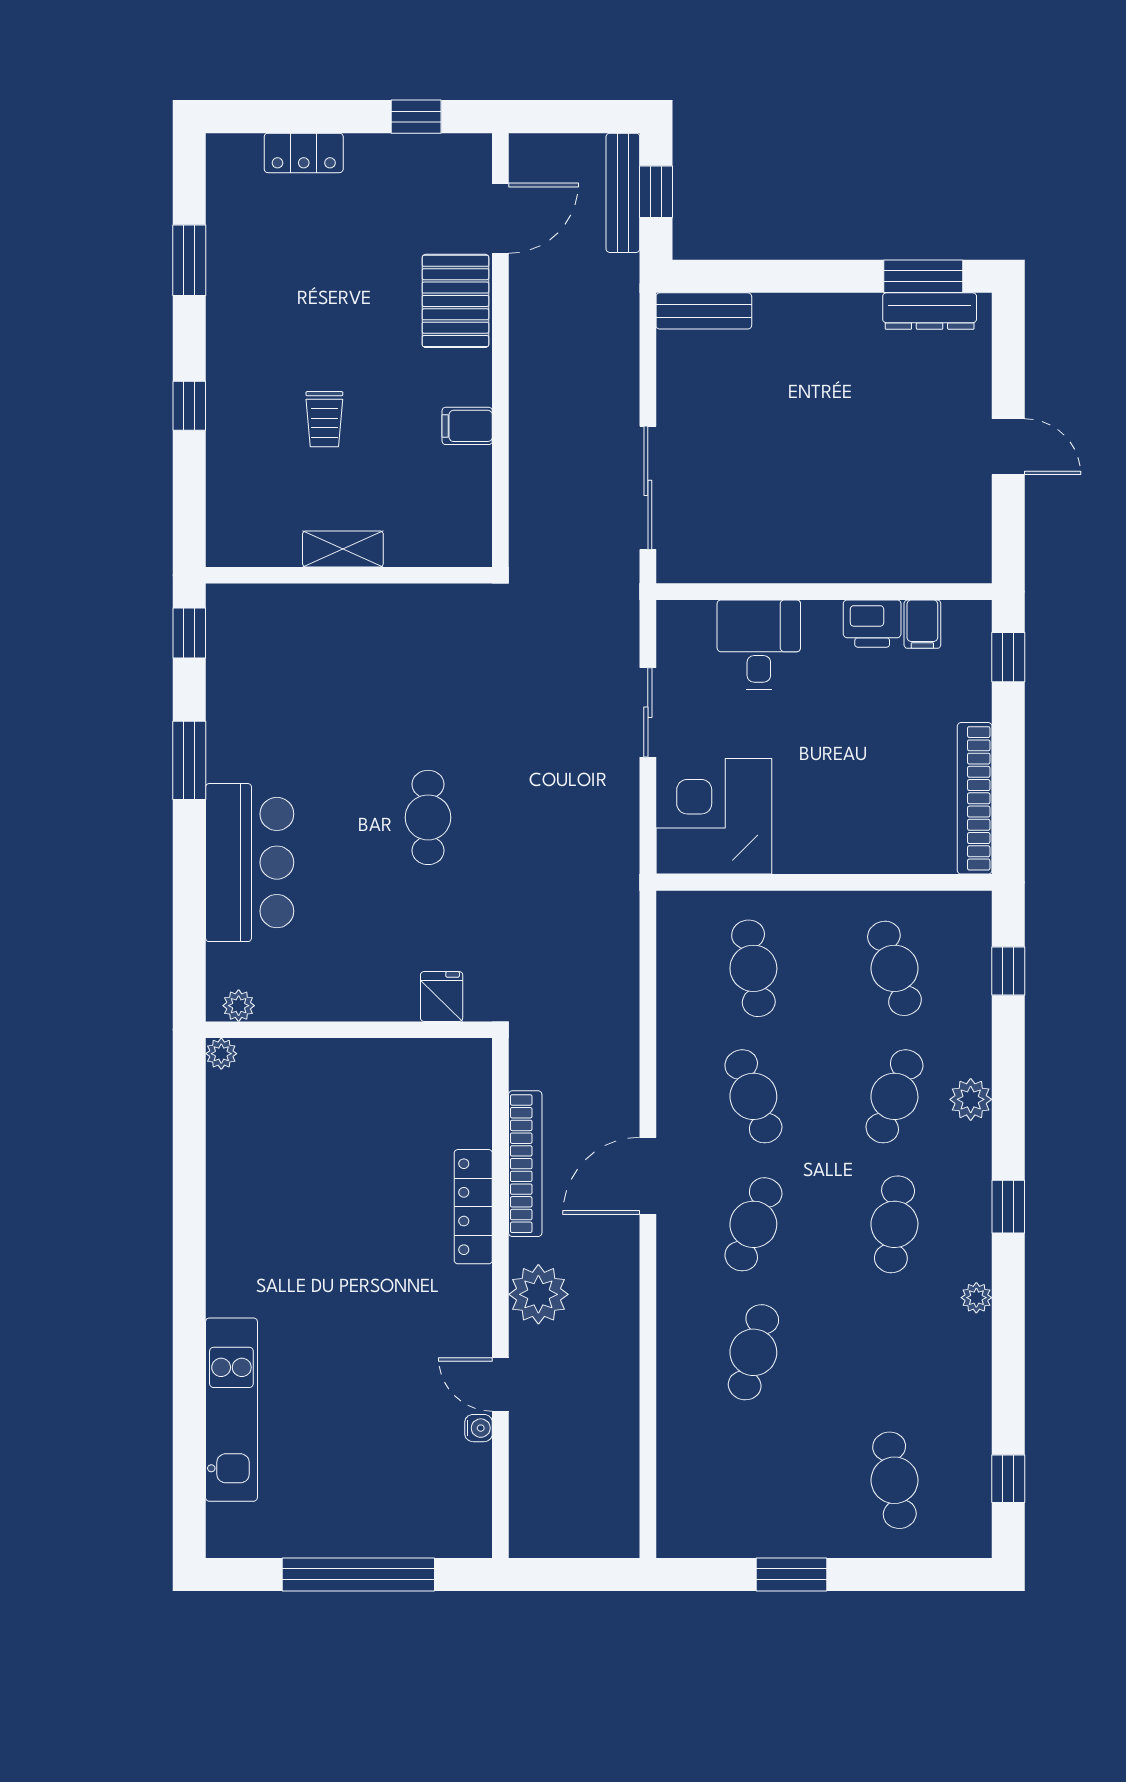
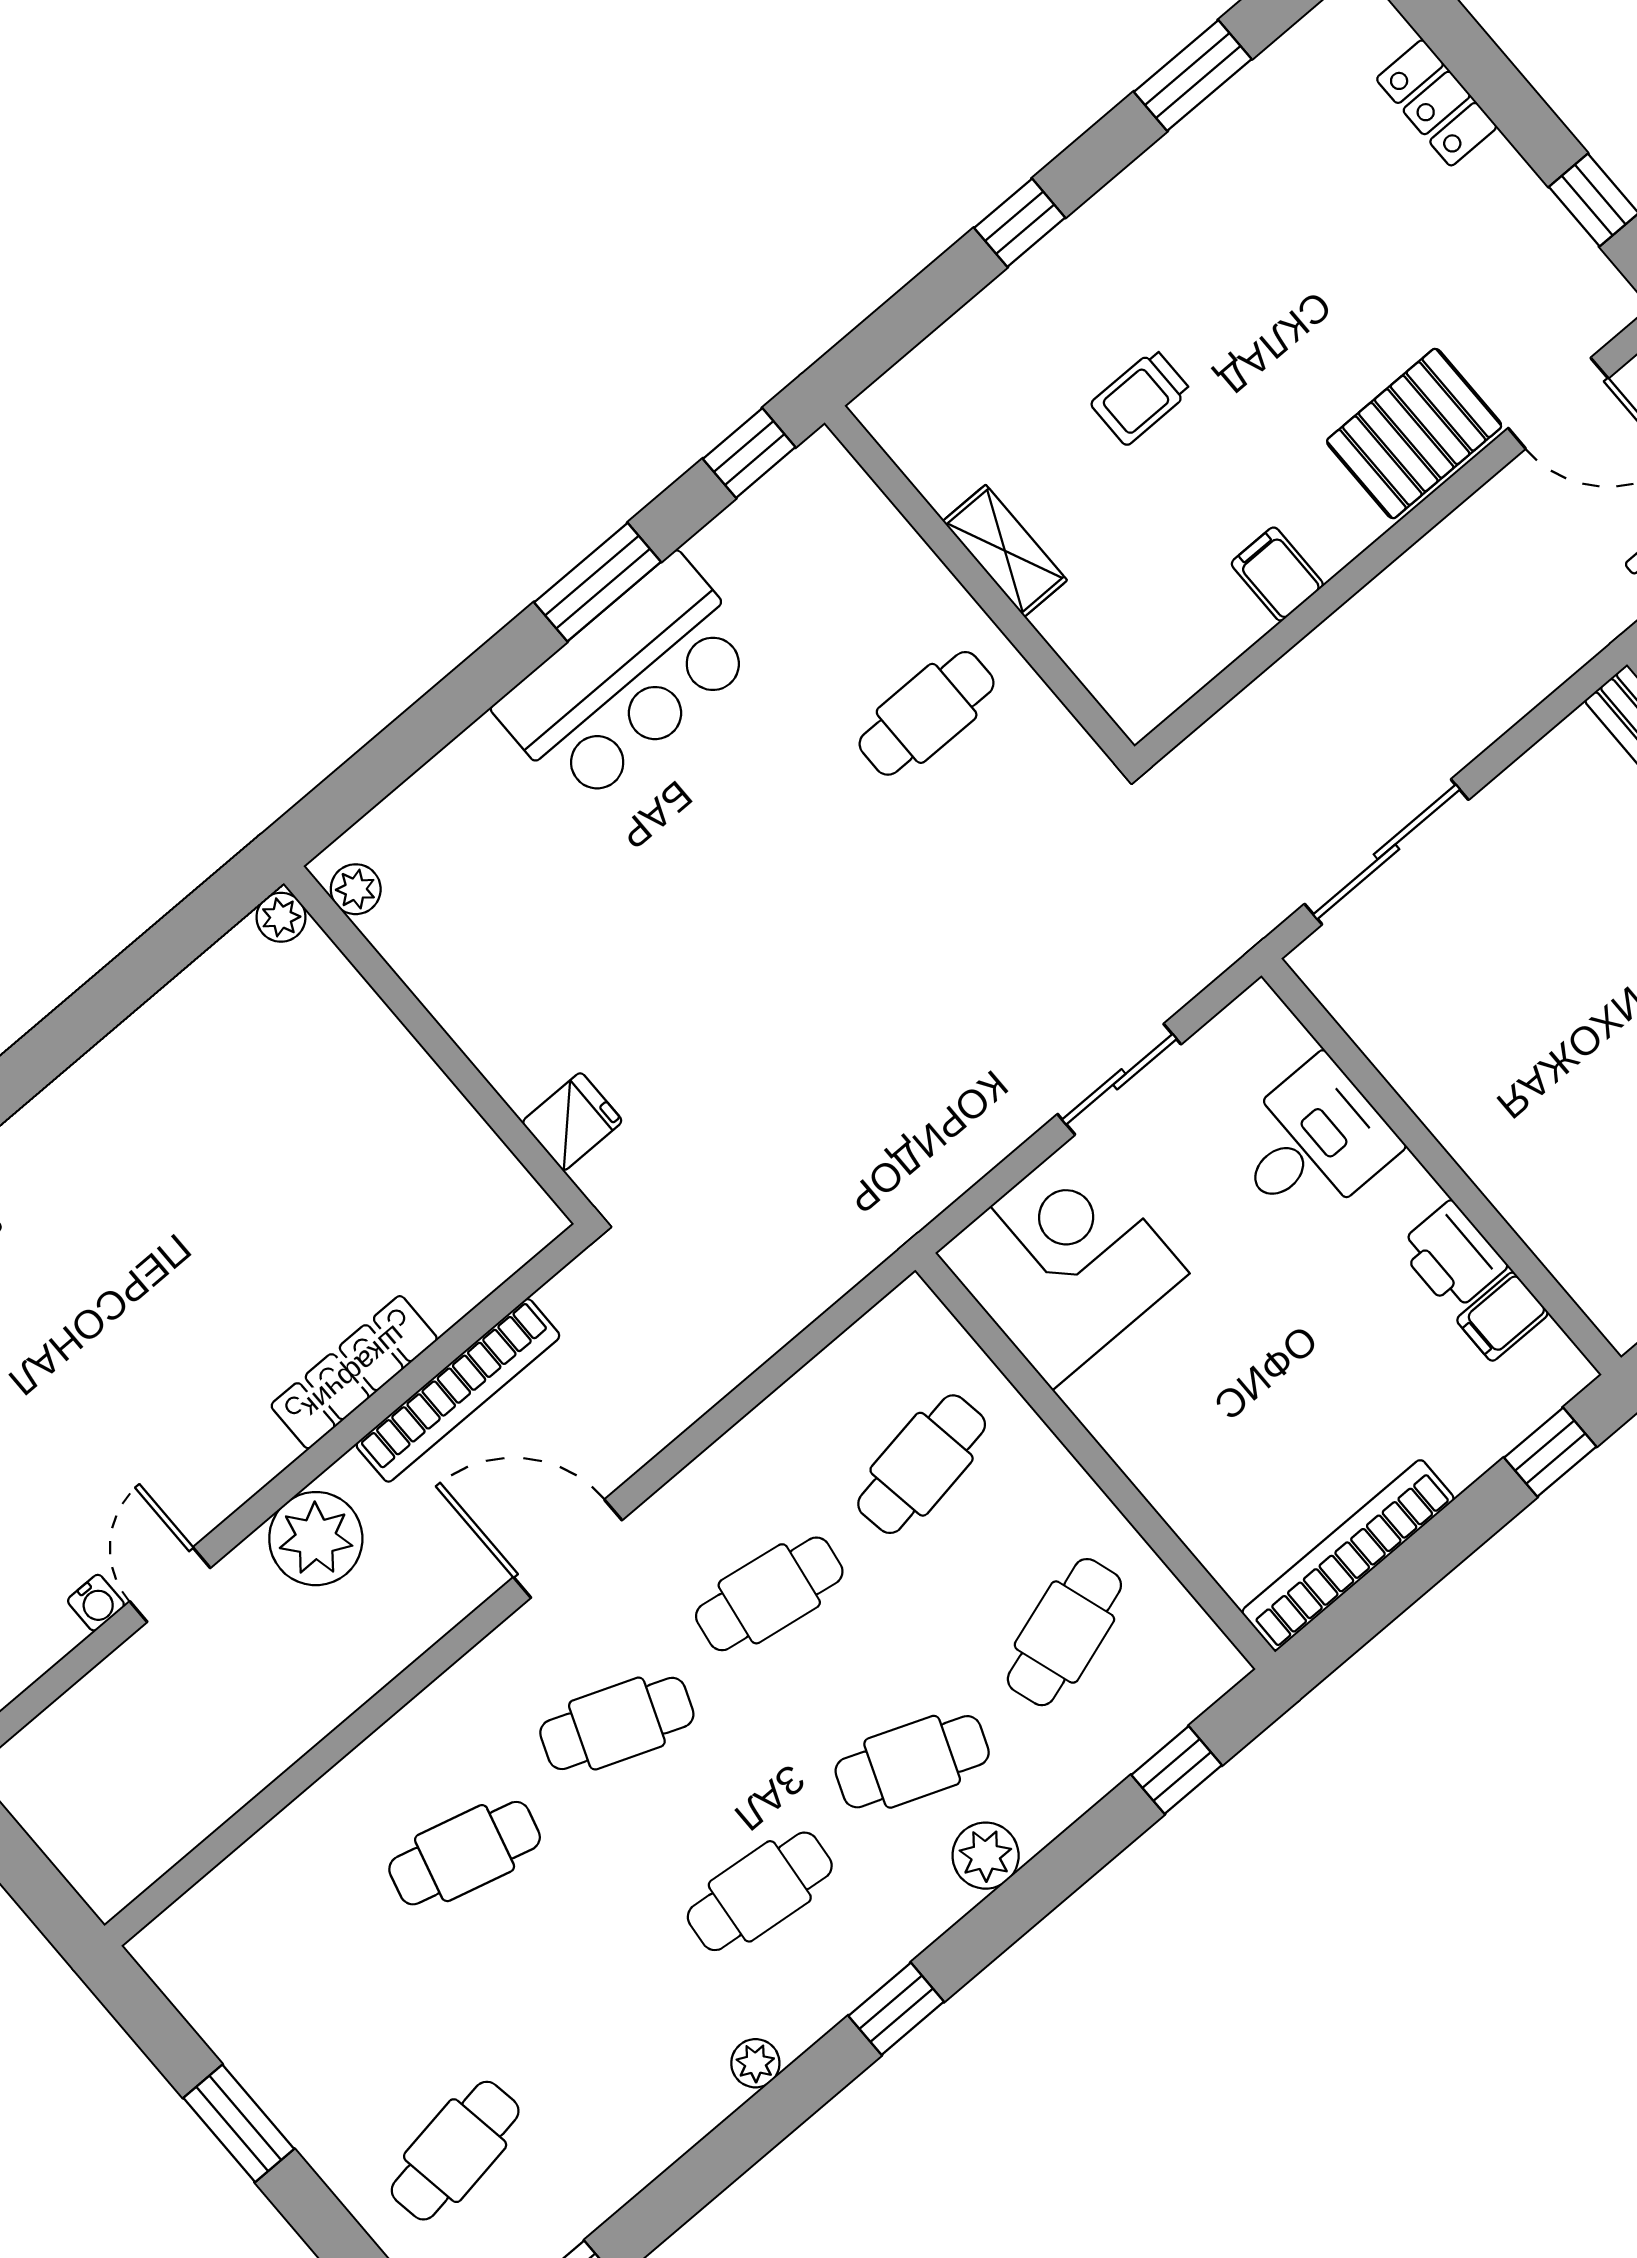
cafe table: (428, 817) -> (927, 713), moved
bar counter: (250, 863) -> (627, 681), moved
cafe table: (753, 1096) -> (769, 1594), turned 30

